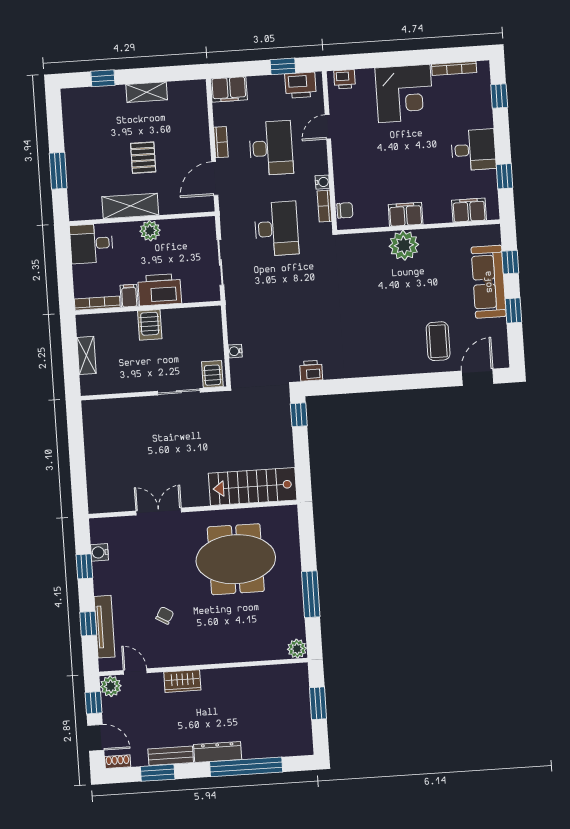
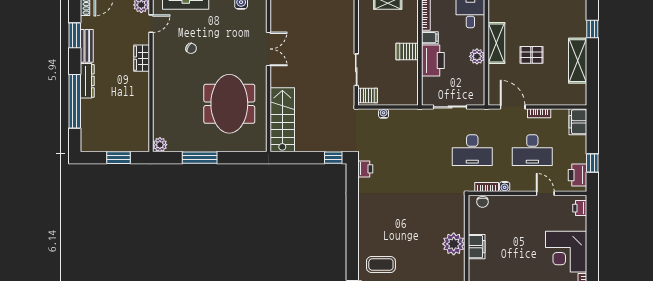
shelving: (147, 92) -> (578, 61), width x1.50, depth x1.33

